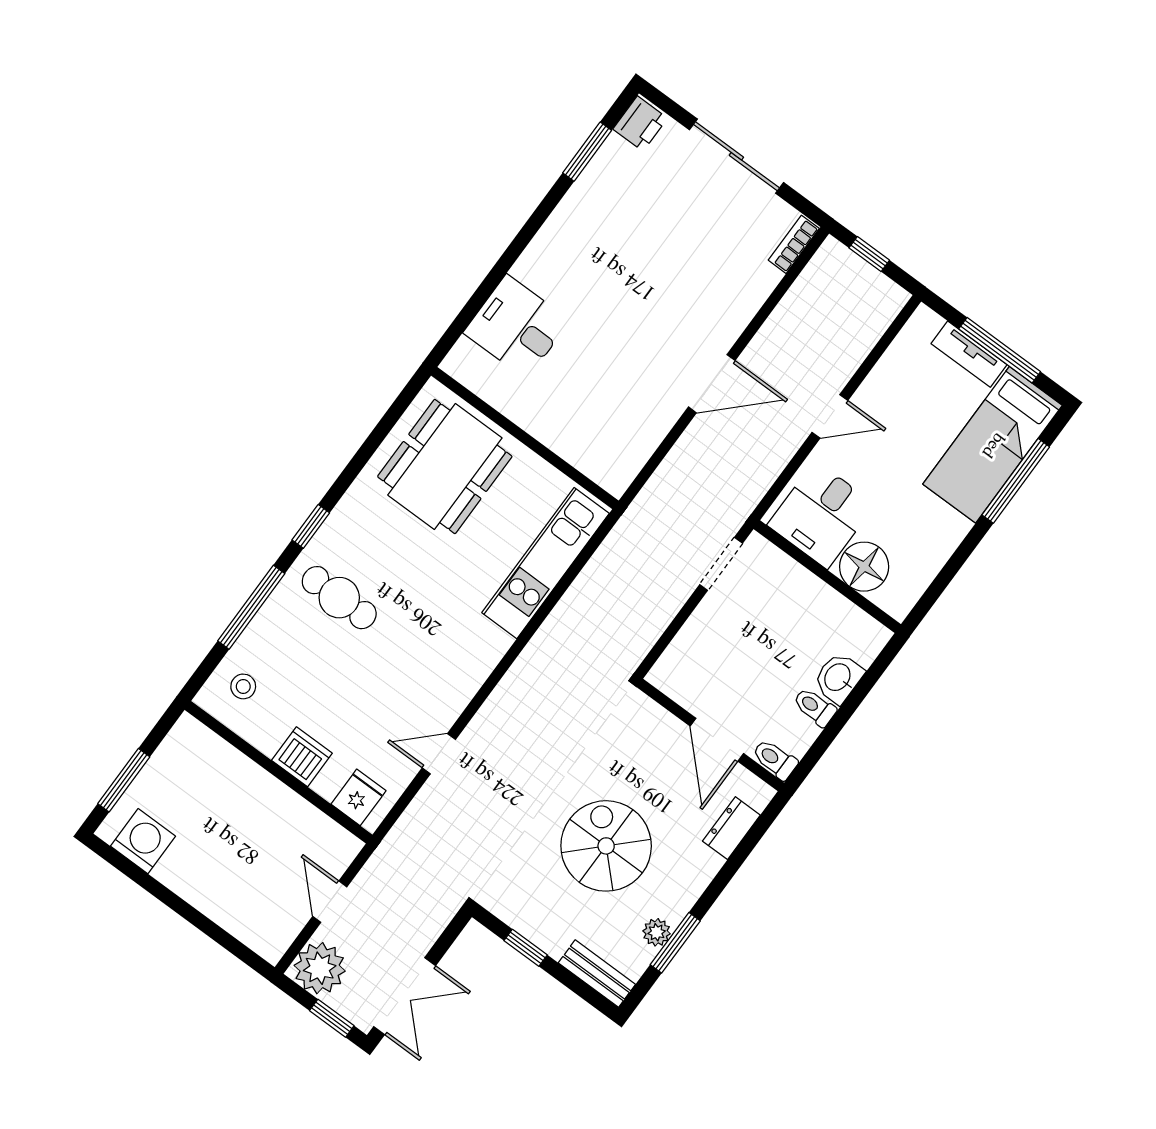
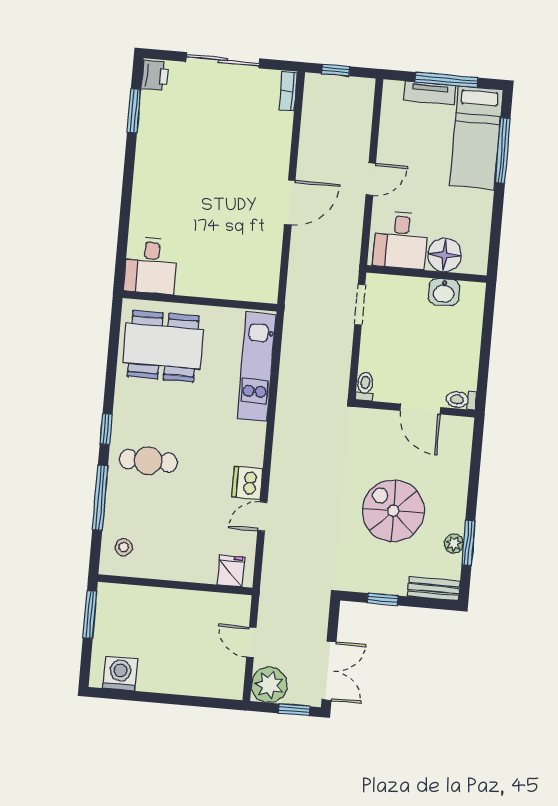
desk: (517, 327) -> (151, 265), moved, turned -90
dining table: (445, 466) -> (163, 346), turned 90
washbasin: (838, 678) -> (444, 292), moved, turned -90
toilet: (815, 707) -> (365, 386), moved, turned 90
dishwasher: (302, 757) -> (247, 483), moved, turned -90
window: (124, 780) -> (90, 614), moved
dresser: (731, 828) -> (460, 456), removed

